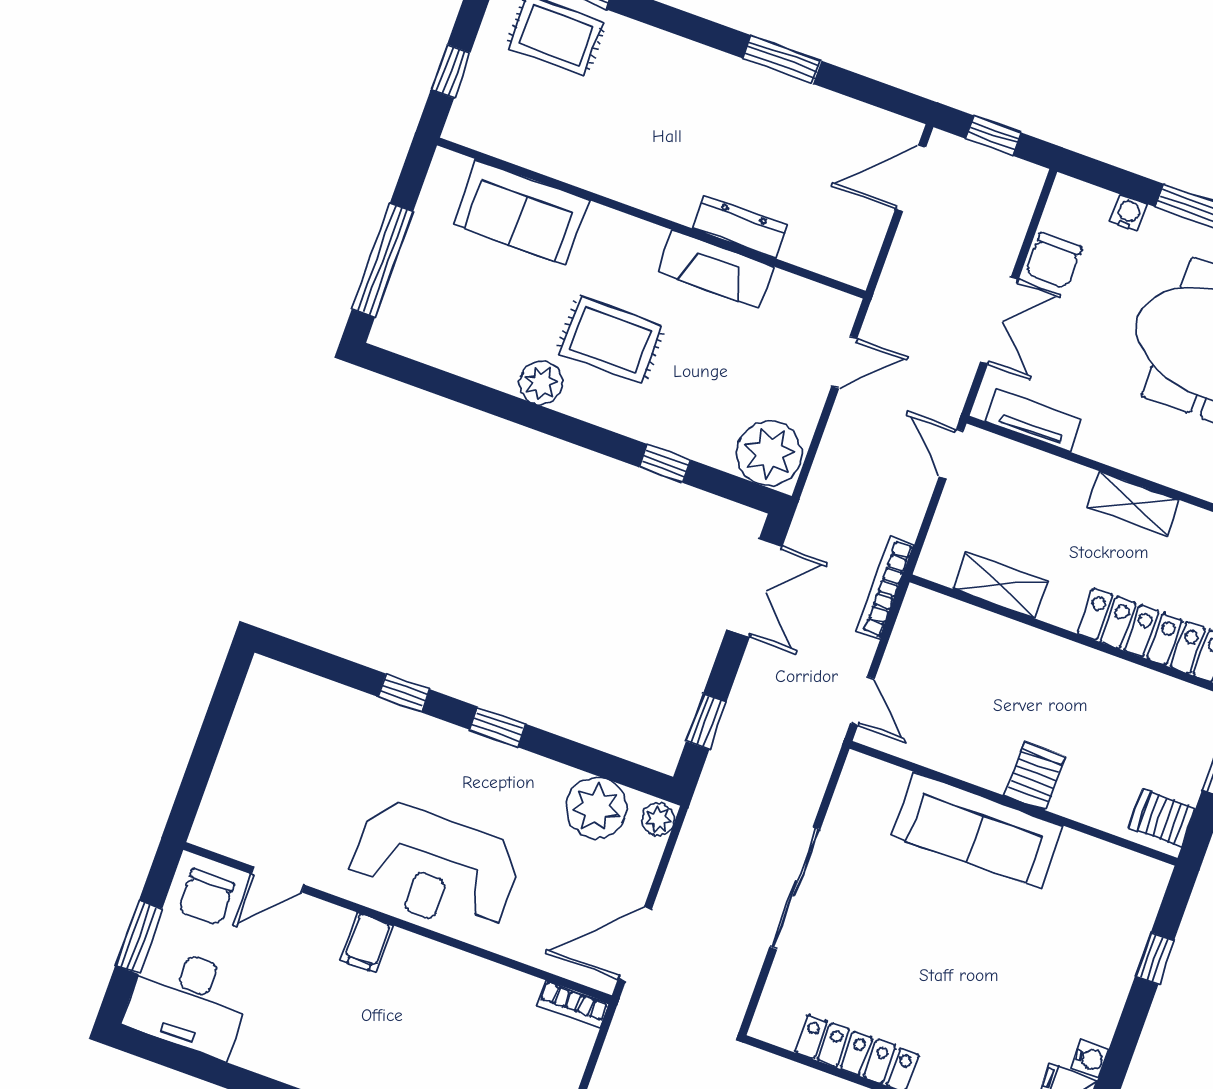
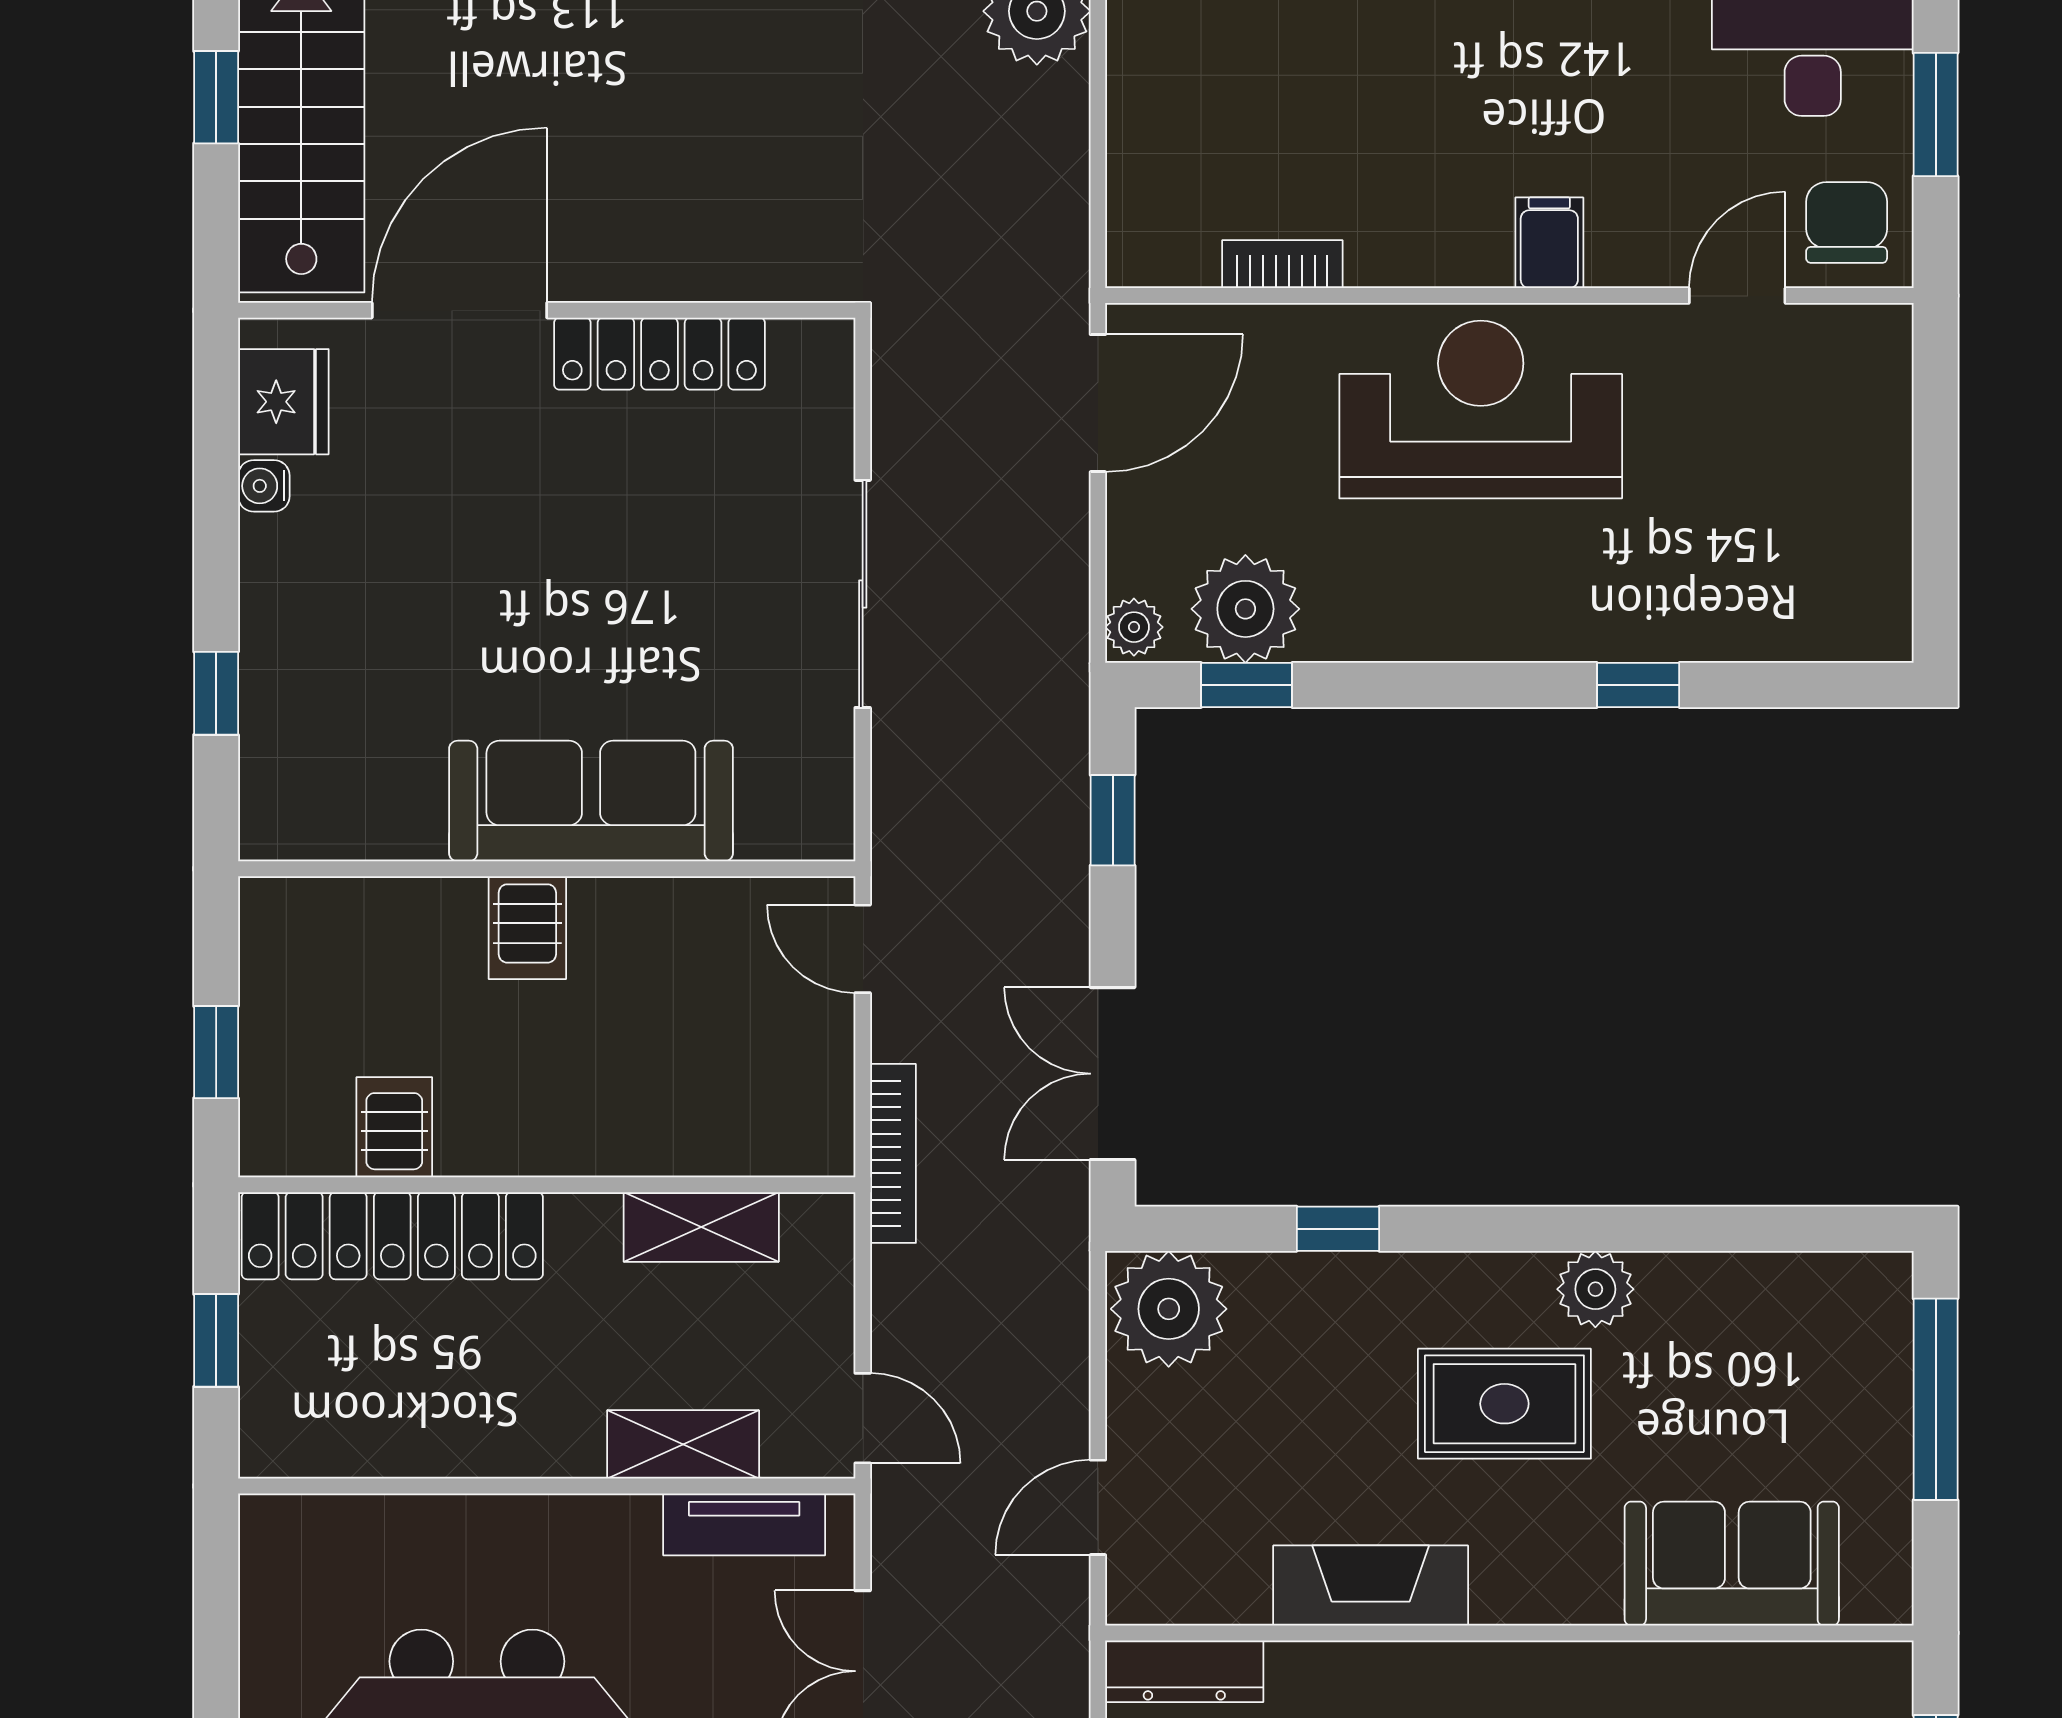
dresser: (740, 227) -> (1184, 1671), moved
shelving: (1133, 504) -> (683, 1444), moved
window: (498, 727) -> (1247, 685), moved
server rack: (1162, 818) -> (394, 1127), moved, turned -90
bookcase: (573, 1004) -> (1282, 264), moved

